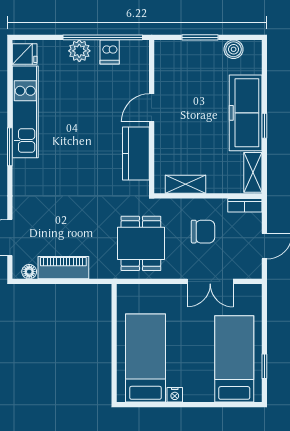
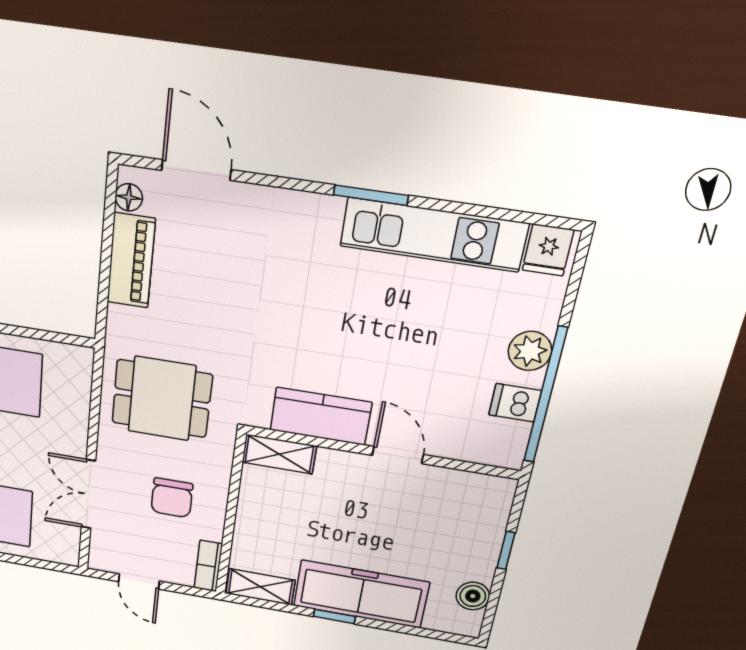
window: (200, 37) -> (506, 550), width x0.67
shelving: (186, 184) -> (279, 454), moved, turned 90

